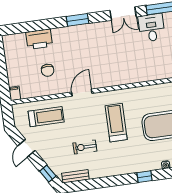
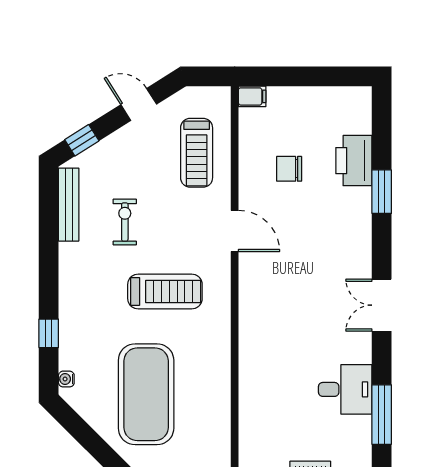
double door: (123, 14) -> (382, 305), moved
window: (77, 20) -> (382, 192), moved
bench: (75, 176) -> (69, 205), width x1.36

